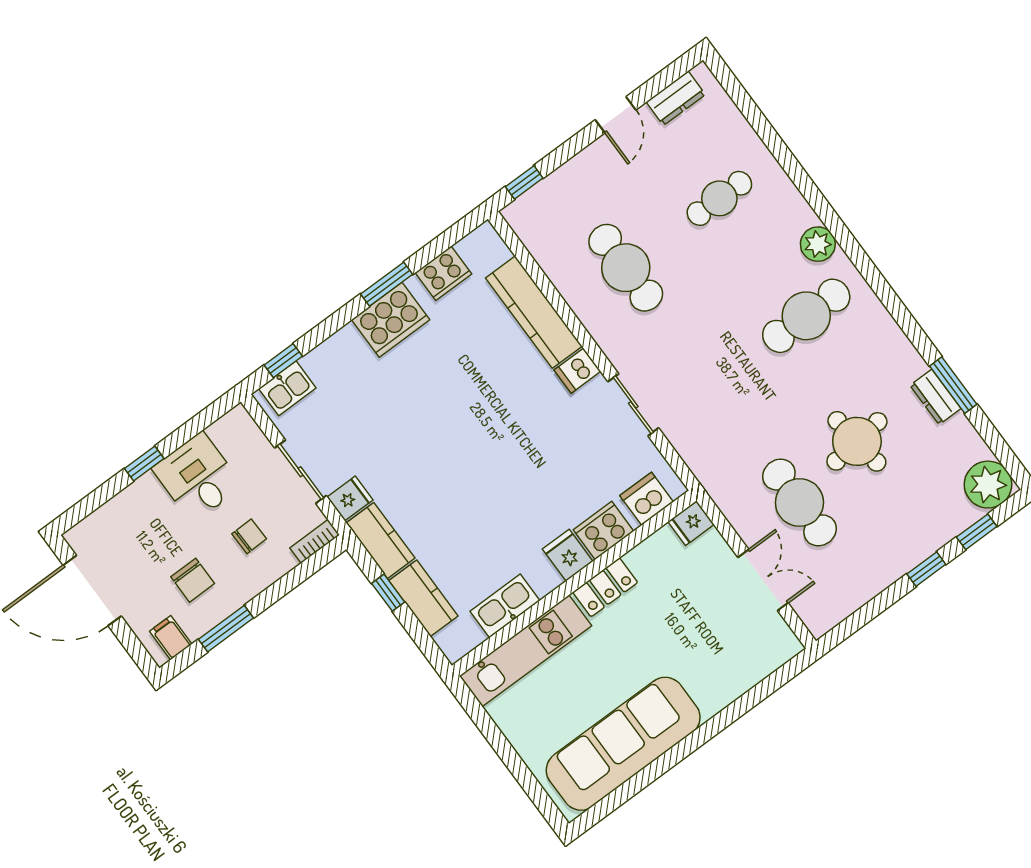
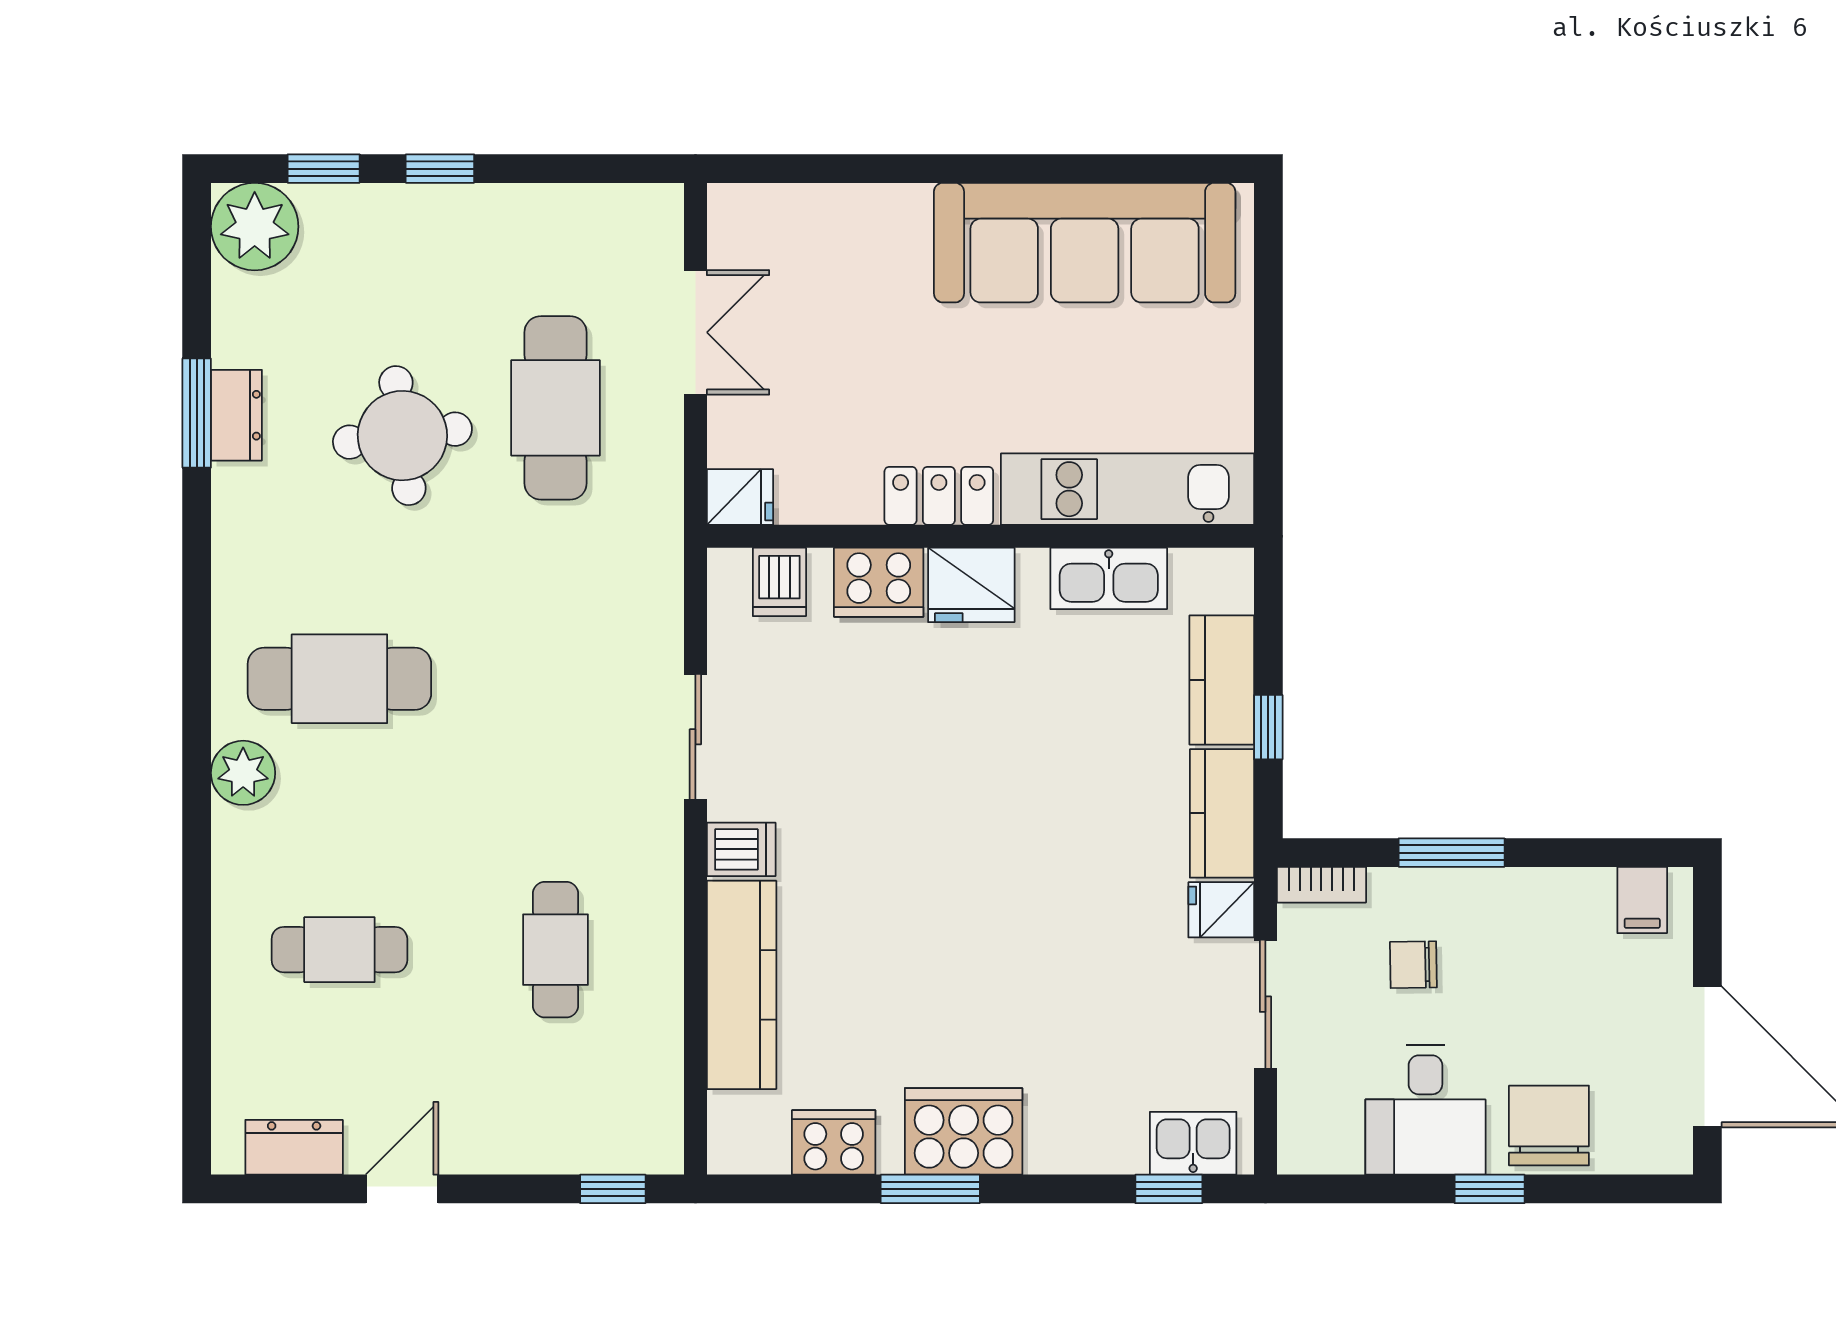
cafe table: (626, 268) -> (556, 950), width x0.73, depth x0.74
dishwasher: (647, 499) -> (779, 582), width x0.73
fridge: (568, 555) -> (971, 585), width x1.38
chair: (193, 580) -> (1549, 1125), moved, width x1.37, depth x1.37
double door: (763, 580) -> (695, 332), swing flipped
window: (226, 629) -> (1452, 853), moved

